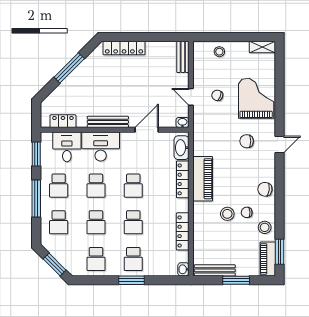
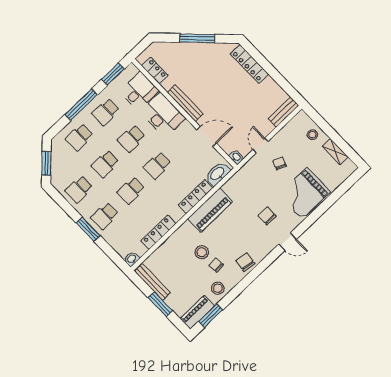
shelving: (262, 47) -> (335, 152), moved
grand piano: (256, 98) -> (304, 193), turned 180

